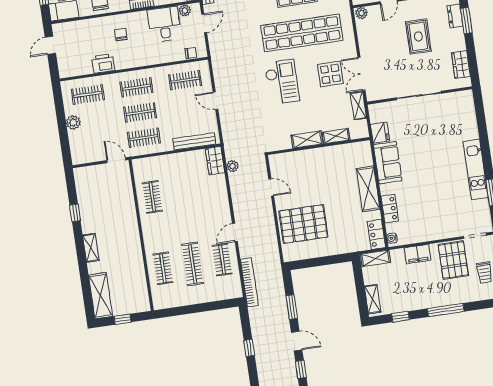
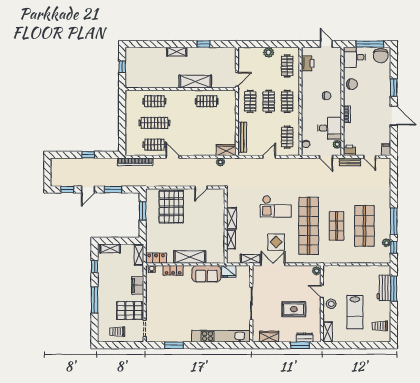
printer: (103, 63) -> (308, 63), moved
kitchen unit: (476, 169) -> (221, 336), moved, width x1.36
window: (315, 262) -> (143, 211), added
shelving: (101, 296) -> (195, 82), moved

